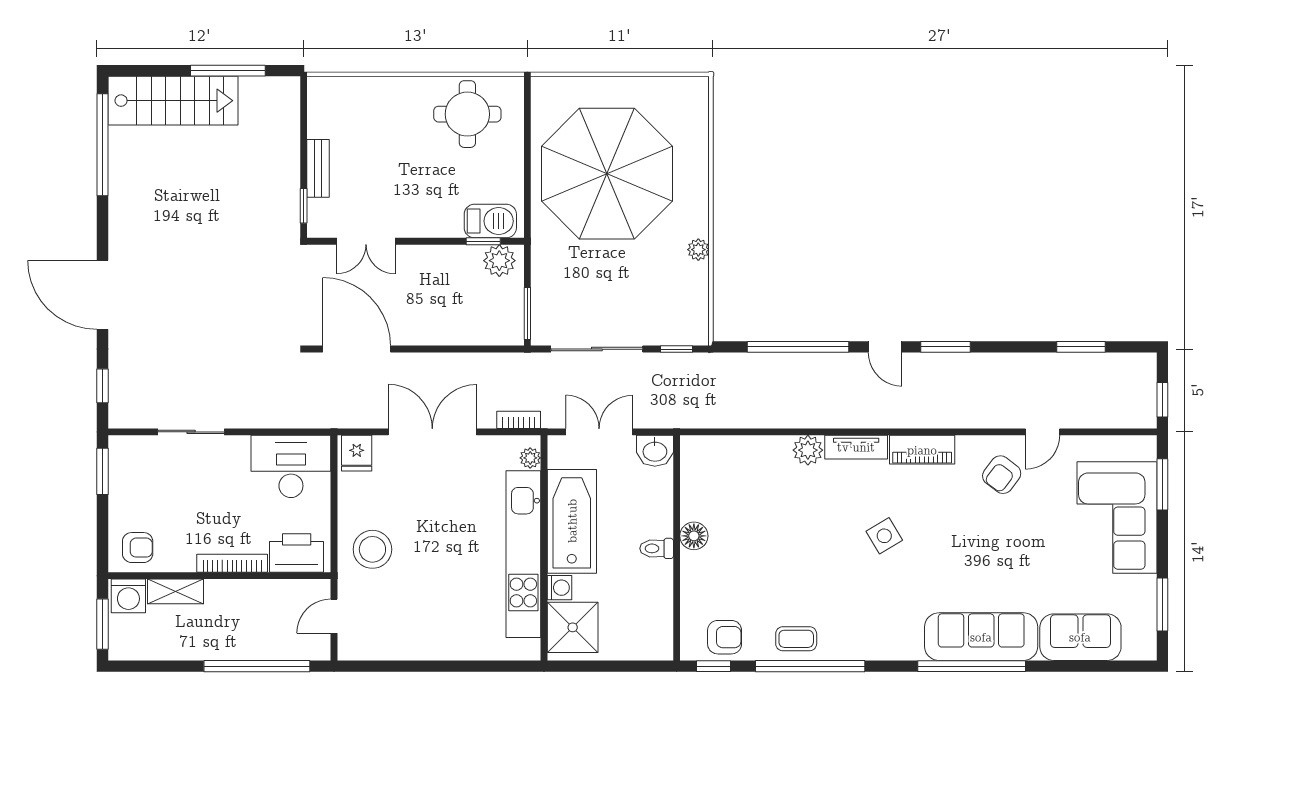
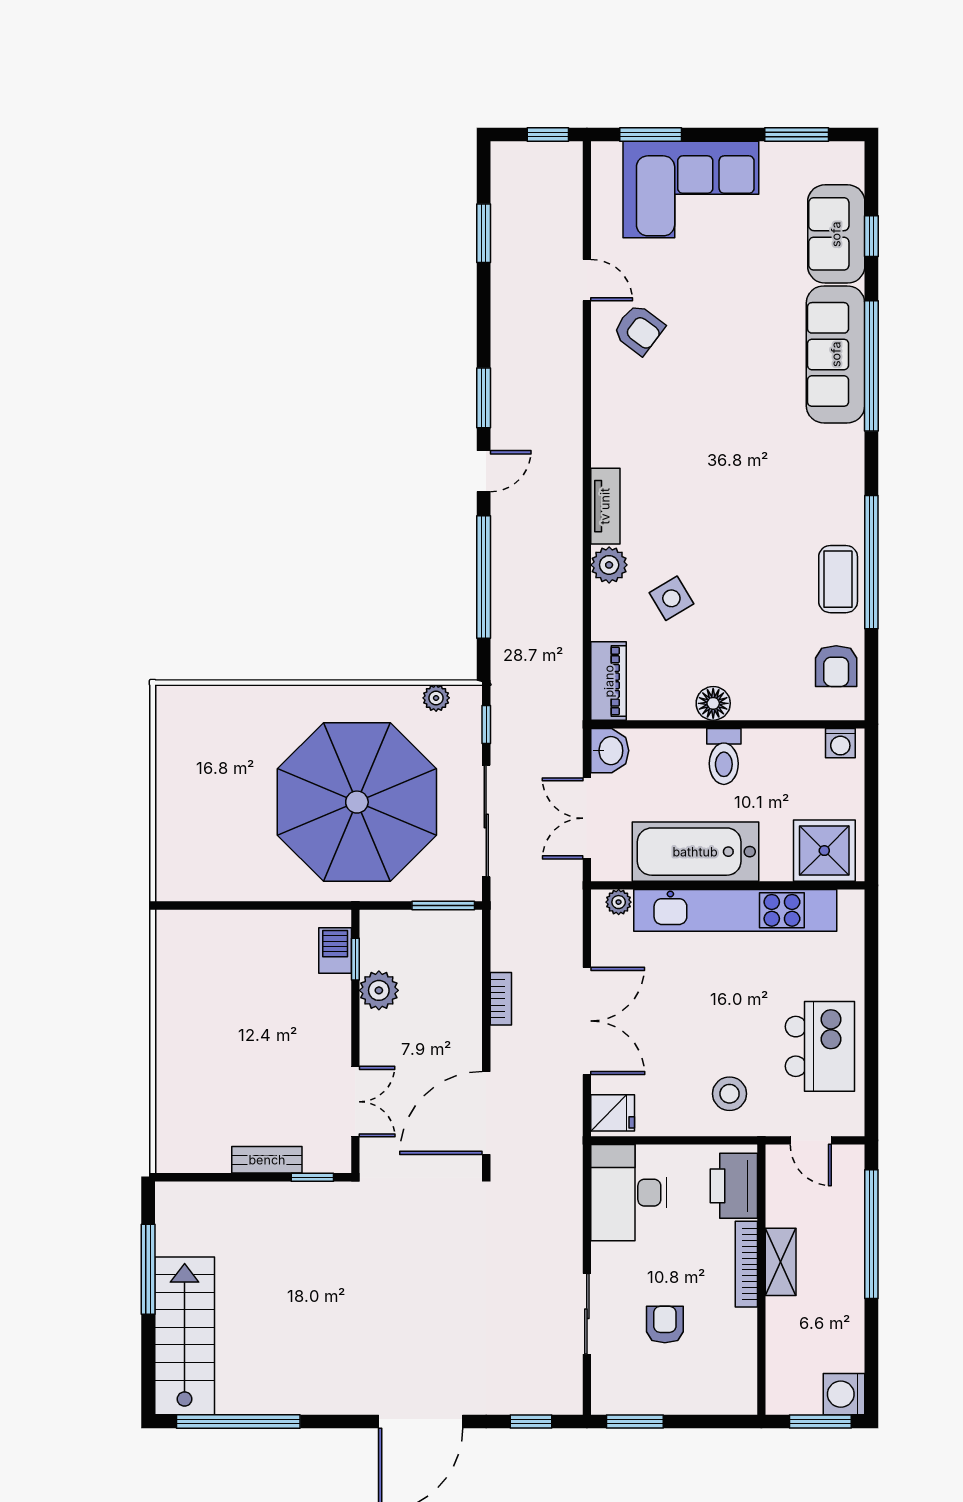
round table: (467, 114) -> (201, 978), removed
parasol: (607, 174) -> (357, 802), moved
barbecue: (490, 221) -> (335, 951), width x0.73, depth x0.79
plant: (698, 250) -> (436, 698), moved
plant: (499, 261) -> (379, 990), moved
bookcase: (519, 420) -> (501, 999), moved, turned 180
double door: (432, 432) -> (587, 1021), swing flipped
piano: (922, 450) -> (609, 681), moved
side table: (884, 536) -> (671, 598), moved
armchair: (138, 548) -> (665, 1325), moved
toilet: (657, 548) -> (724, 756), width x1.37, depth x1.39
stool: (372, 549) -> (730, 1094), width x0.73, depth x0.73
washing machine: (559, 588) -> (840, 743), moved, turned 180
shelving: (175, 591) -> (781, 1262), moved
washing machine: (128, 596) -> (844, 1394), moved, turned 180
kitchen island: (411, 624) -> (820, 1046), added
armchair: (725, 637) -> (836, 666), turned 180
coffee table: (796, 639) -> (838, 579), width x1.36, depth x1.30
window: (714, 666) -> (871, 236), moved

